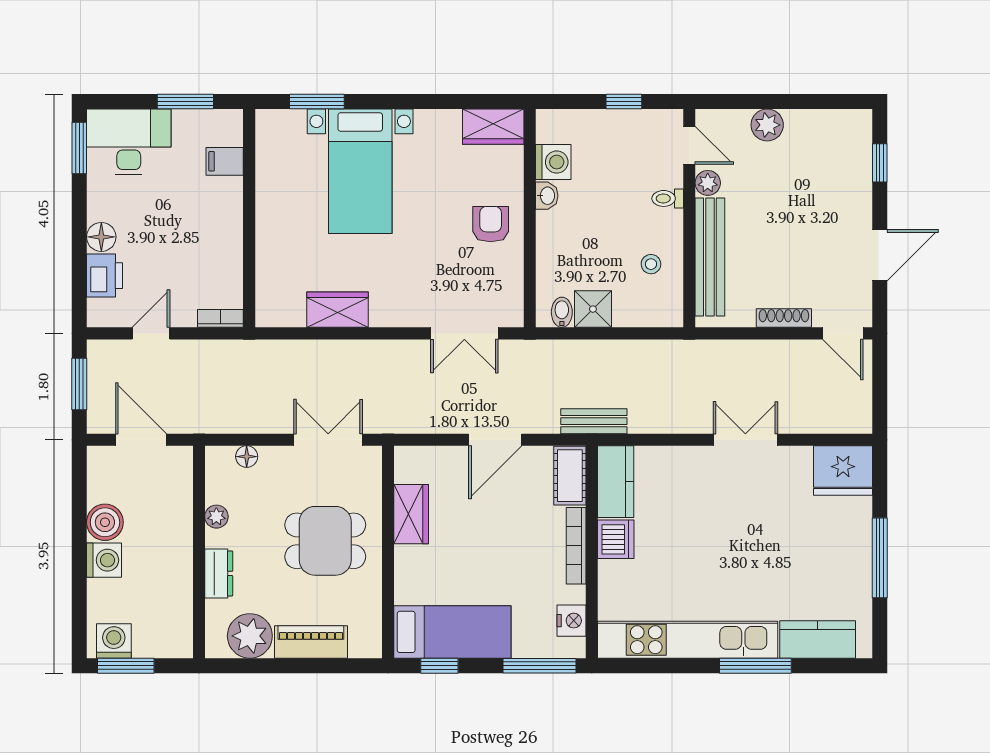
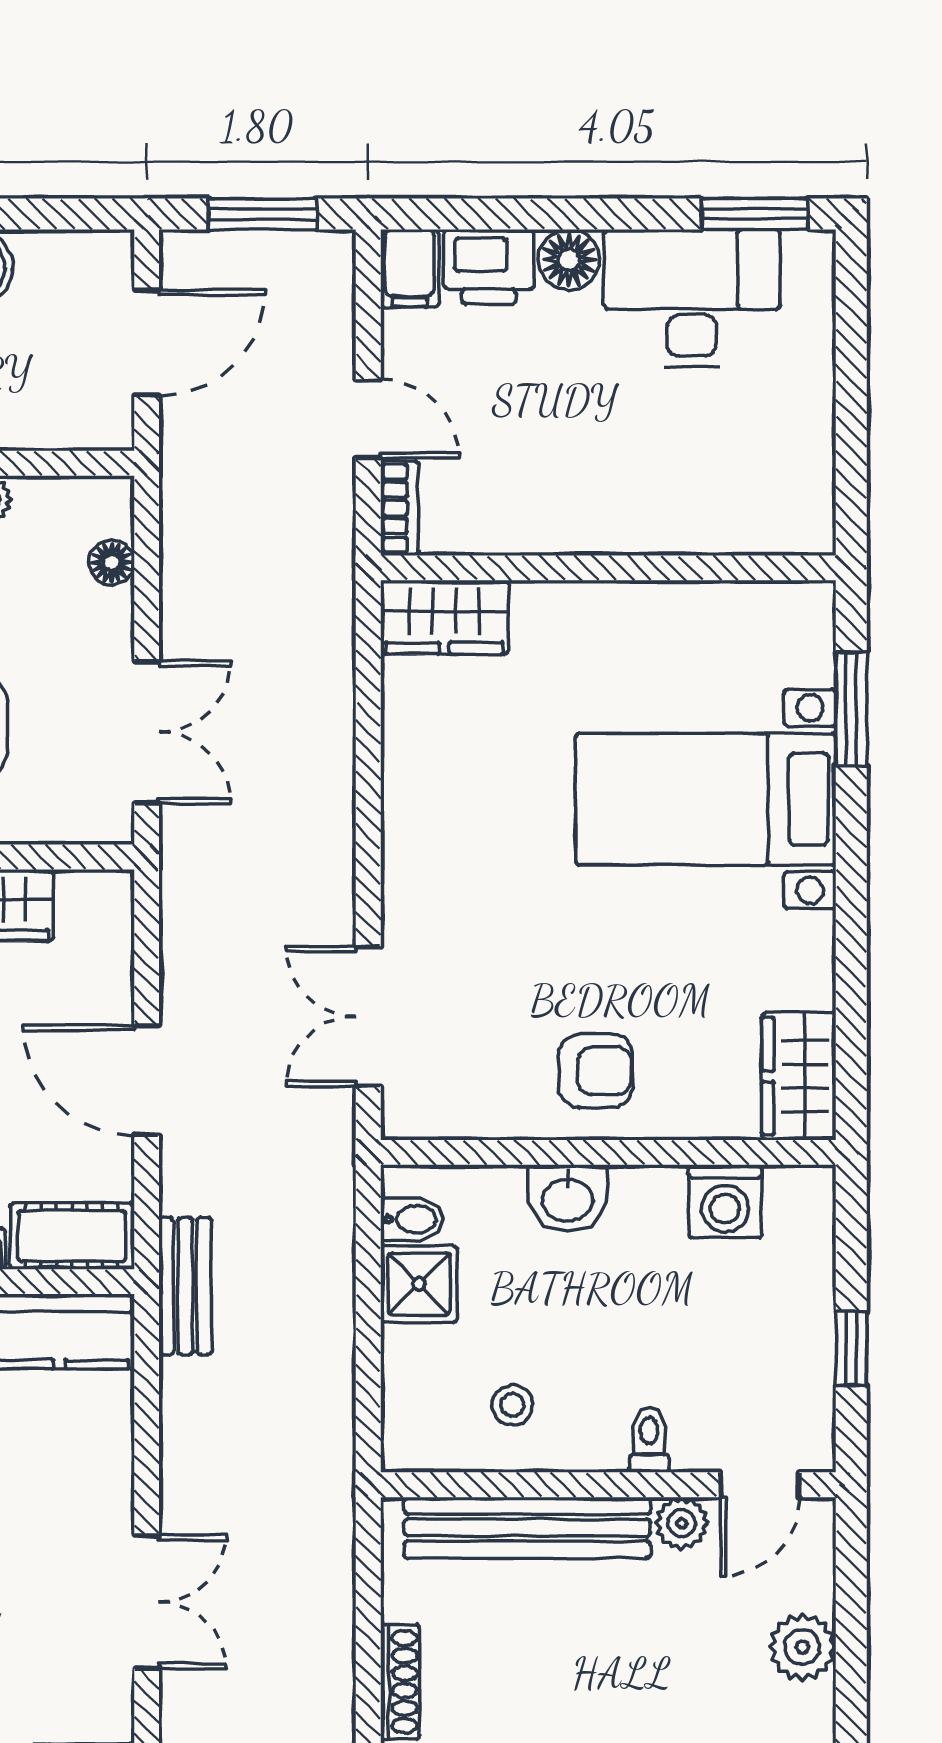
window: (185, 101) -> (851, 435), removed
desk: (129, 142) -> (692, 298), moved, turned -90
filing cabinet: (225, 161) -> (410, 268), moved, turned 180
washbasin: (547, 196) -> (568, 1198), moved, width x1.38, depth x1.45
wardrobe: (337, 310) -> (444, 617), moved, turned 90
door: (151, 333) -> (368, 419), moved

